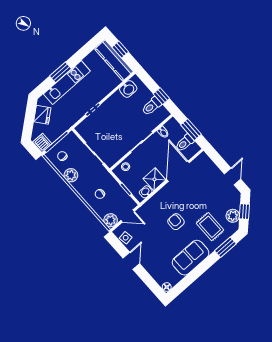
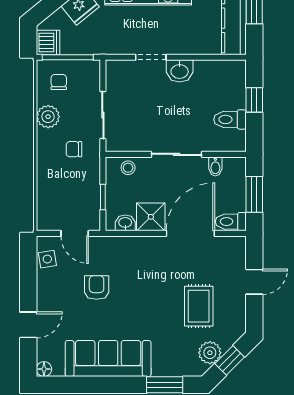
washbasin: (128, 89) -> (180, 71), moved
window: (161, 96) -> (254, 100), moved
toilet: (185, 143) -> (231, 222), moved
door: (232, 176) -> (254, 282), moved
chair: (100, 194) -> (74, 149), moved
plant: (111, 220) -> (48, 219), removed
armchair: (176, 222) -> (97, 288), moved
rug: (210, 227) -> (199, 306), moved
sofa: (191, 258) -> (108, 358), width x1.36
door: (131, 261) -> (28, 325), moved

